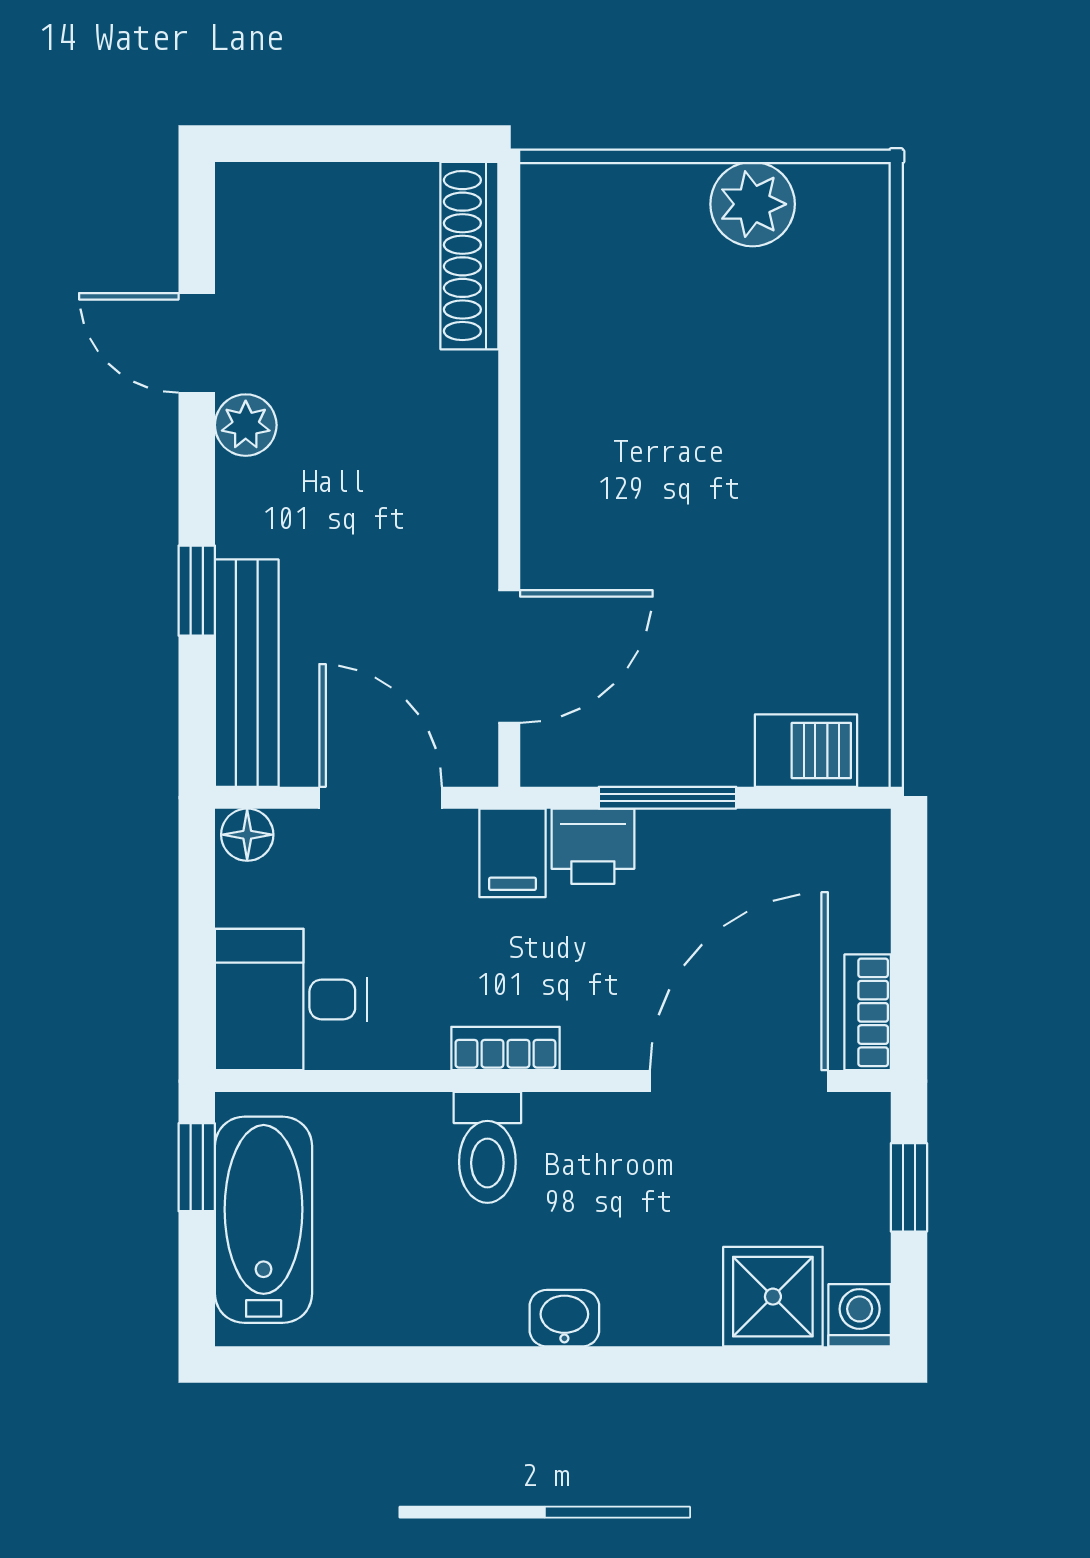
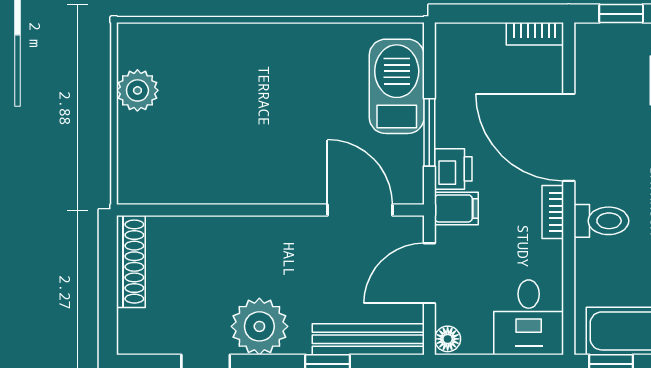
shoe rack: (469, 256) -> (131, 262), moved, turned -90
plant: (246, 425) -> (259, 326), width x1.87, depth x1.87
barbecue: (806, 751) -> (397, 86), width x1.88, depth x1.53
door: (739, 1081) -> (569, 137), moved

